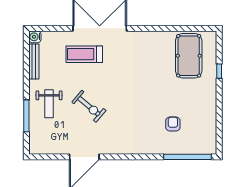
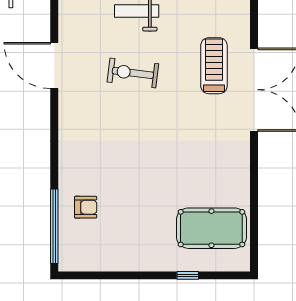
exercise bike: (89, 106) -> (133, 73), turned 57
armchair: (173, 124) -> (86, 207), moved

